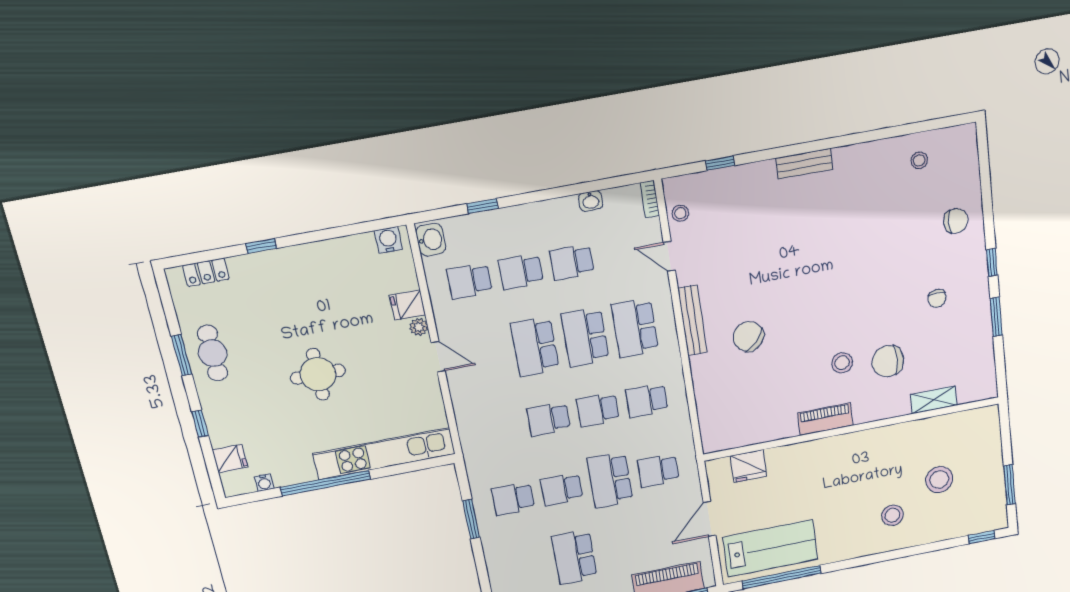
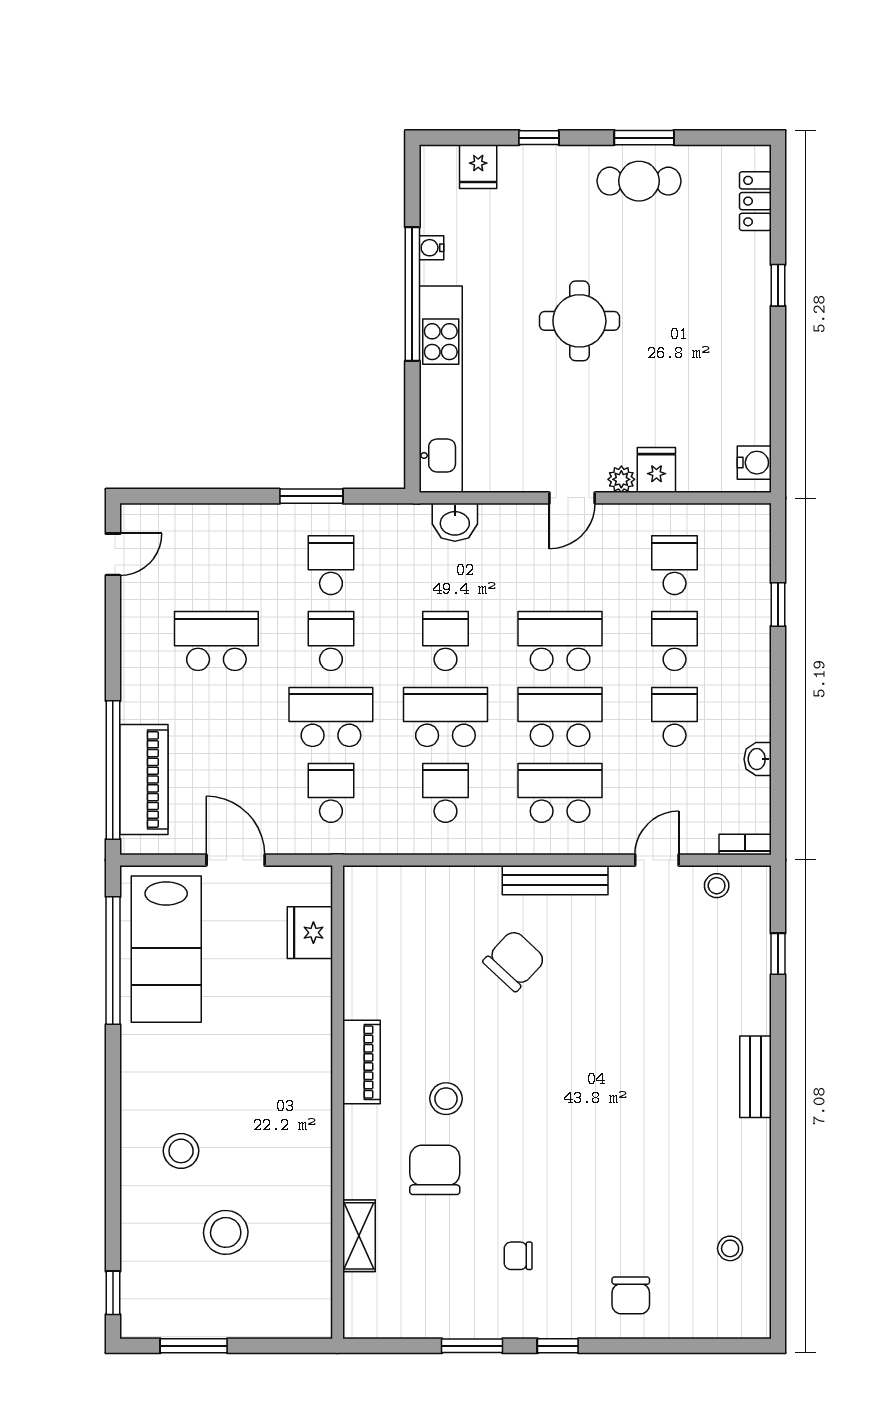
washbasin: (431, 240) -> (455, 522), moved
school desk: (598, 410) -> (445, 717), width x1.85
water cooler: (264, 483) -> (432, 248), moved

